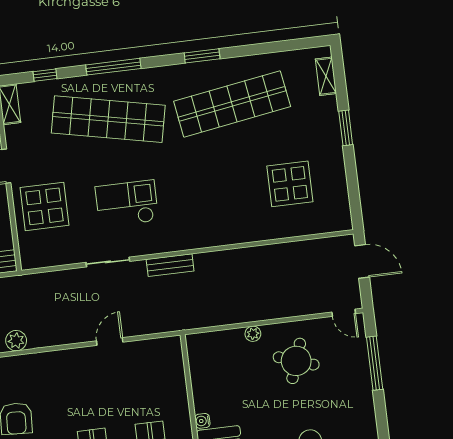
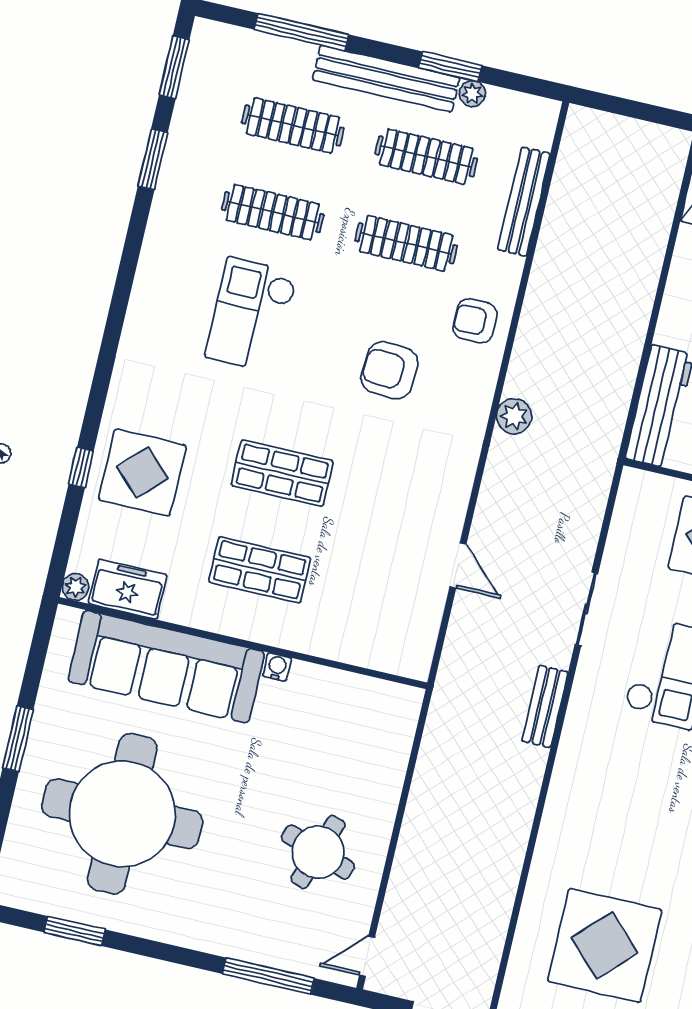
display table: (290, 184) -> (605, 945), width x1.36, depth x1.36
plant: (253, 334) -> (387, 799), removed

